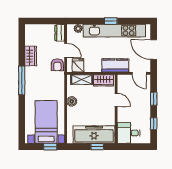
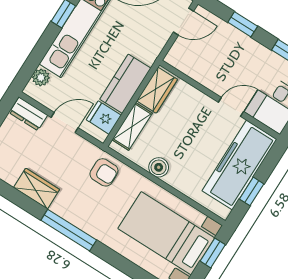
armchair: (57, 65) -> (104, 172), moved
kitchen counter: (115, 65) -> (125, 84), moved
door: (116, 100) -> (231, 107), moved
window: (97, 147) -> (252, 191), moved

